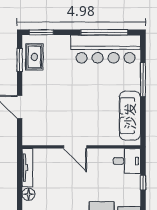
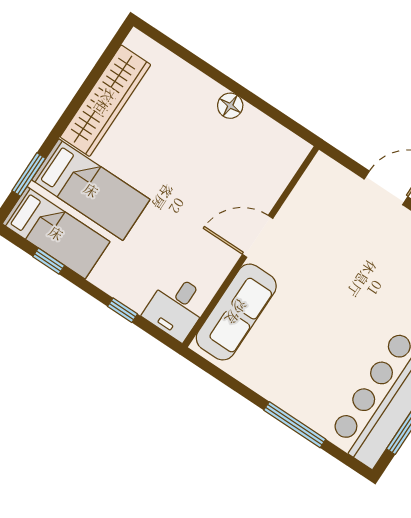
sofa: (130, 116) -> (236, 312), moved, turned 90
tv unit: (27, 168) -> (276, 133), removed

